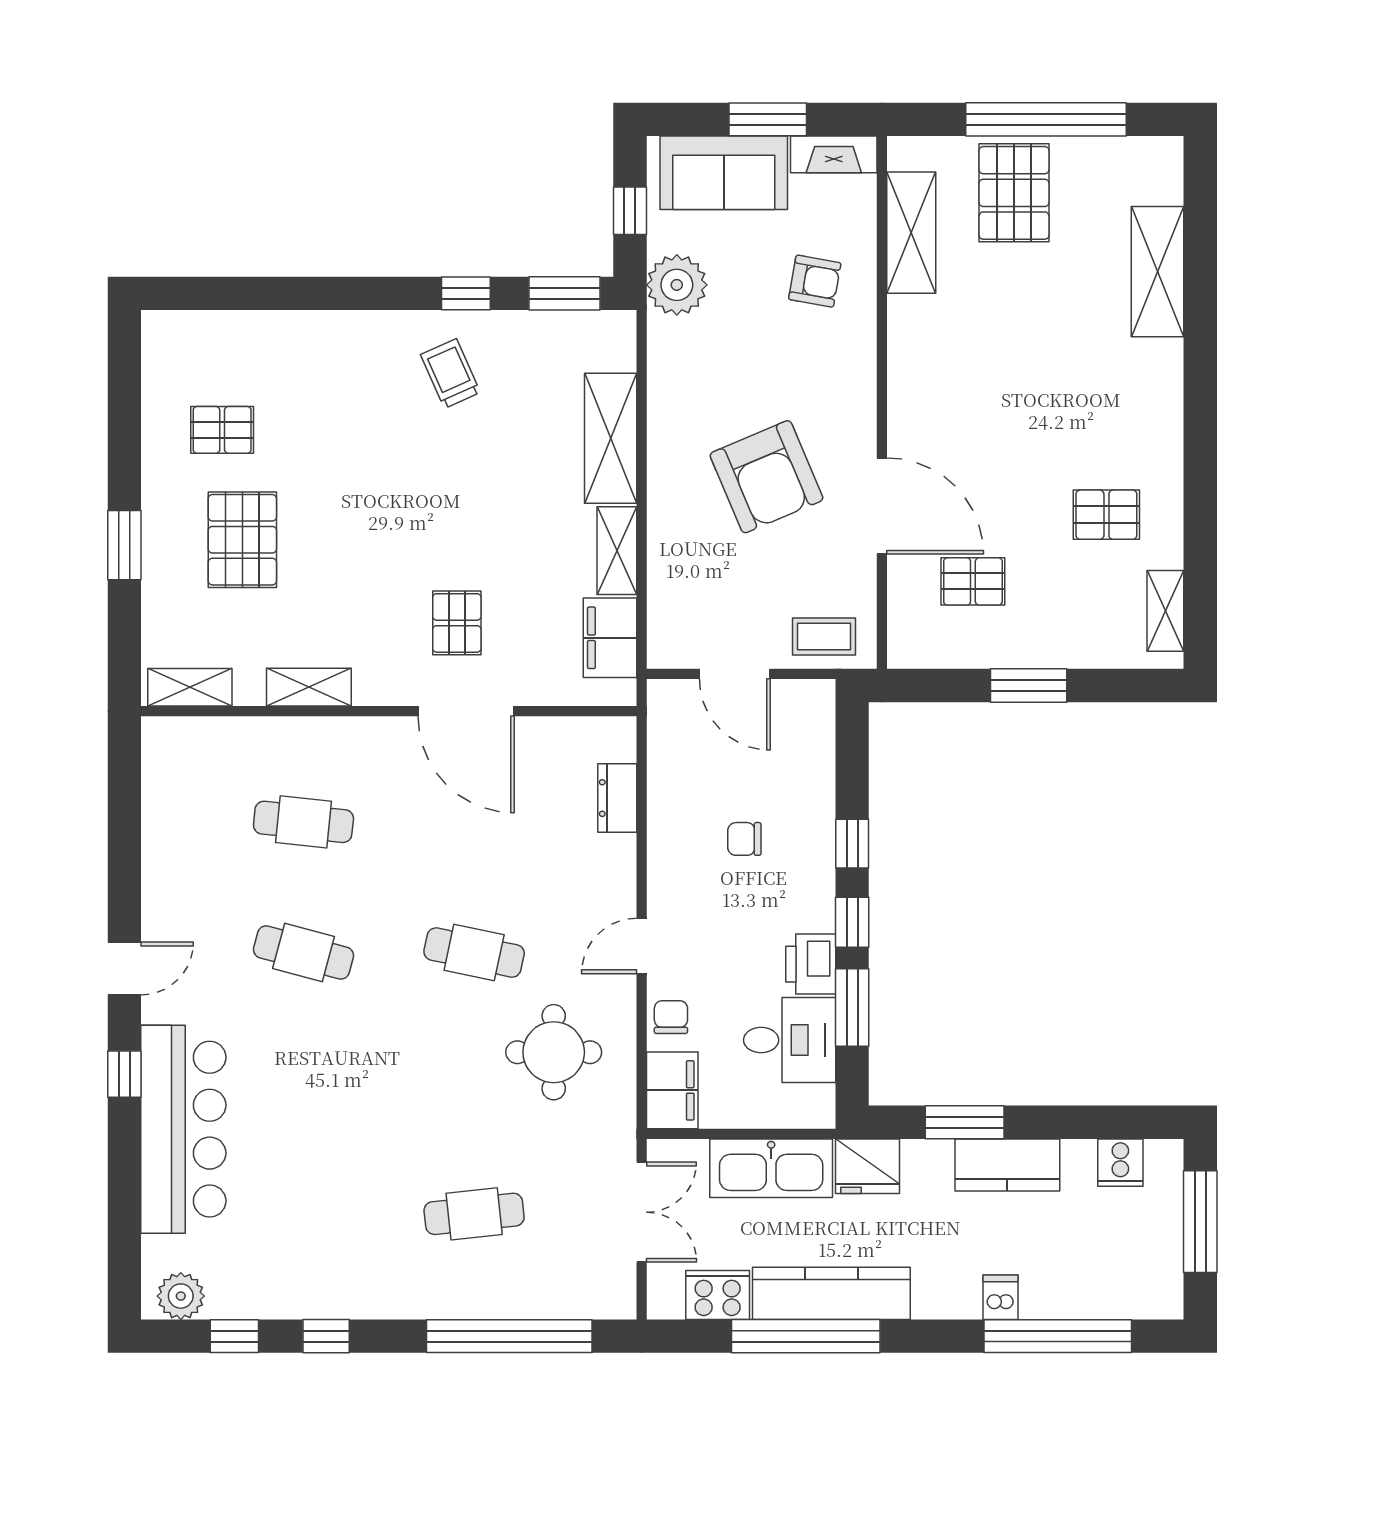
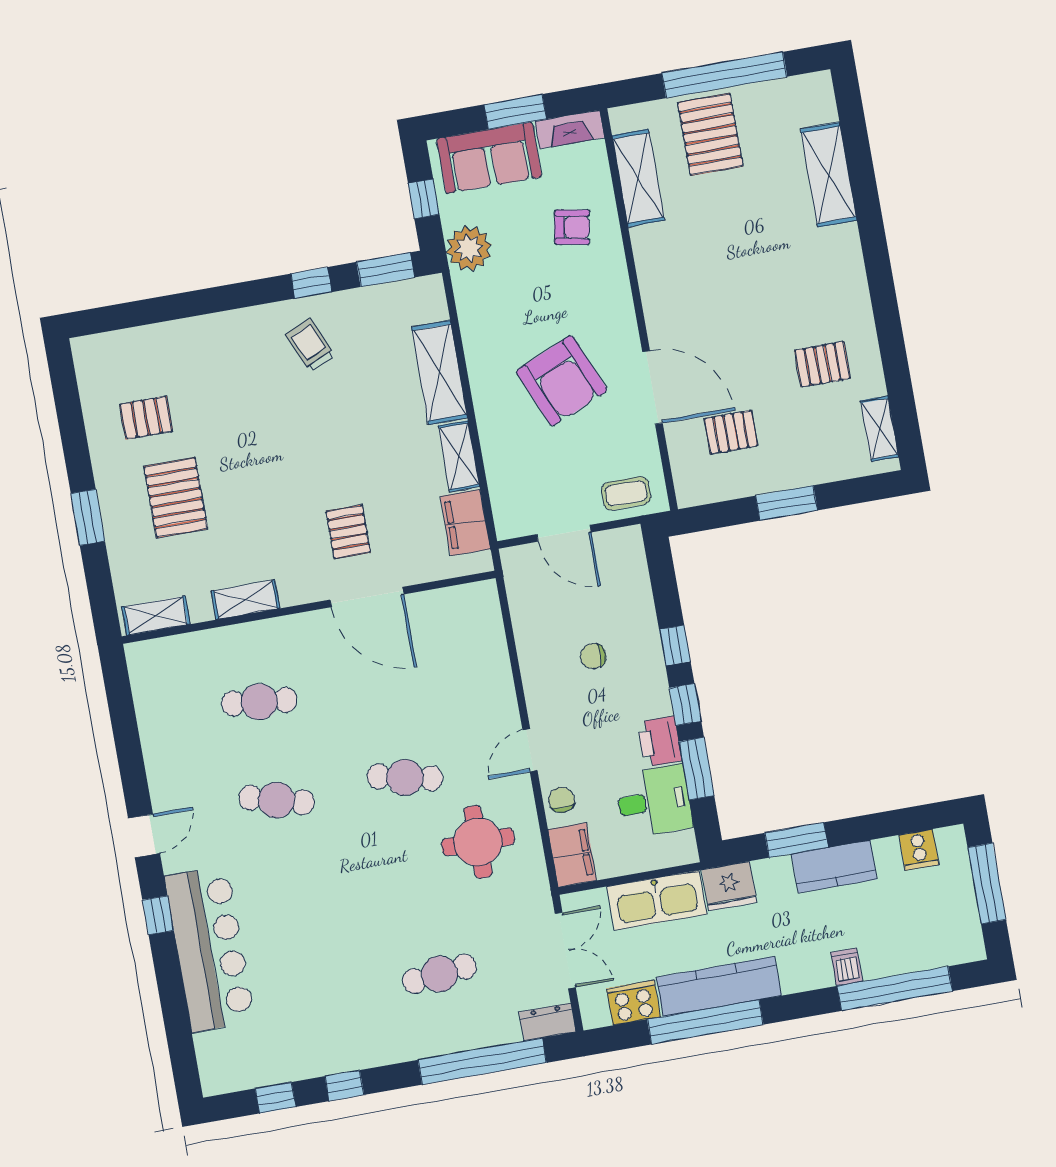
dresser: (617, 798) -> (547, 1022), moved, turned 90
plant: (181, 1296) -> (230, 1075), removed

